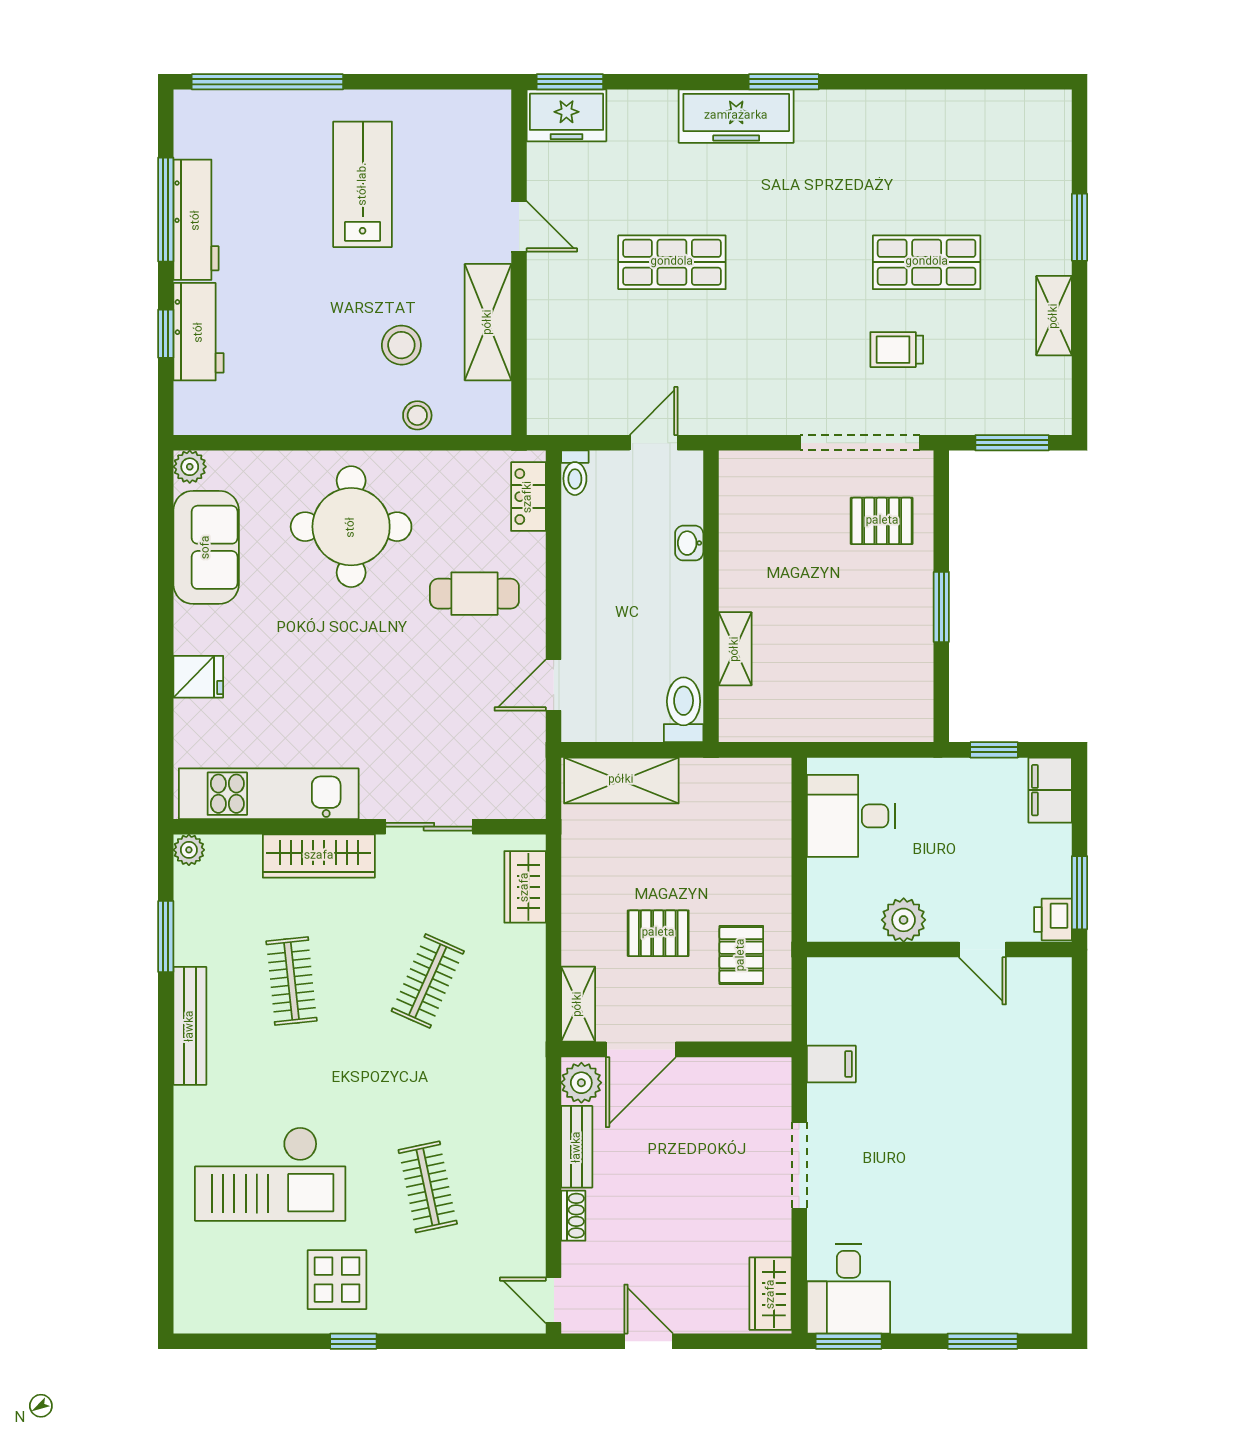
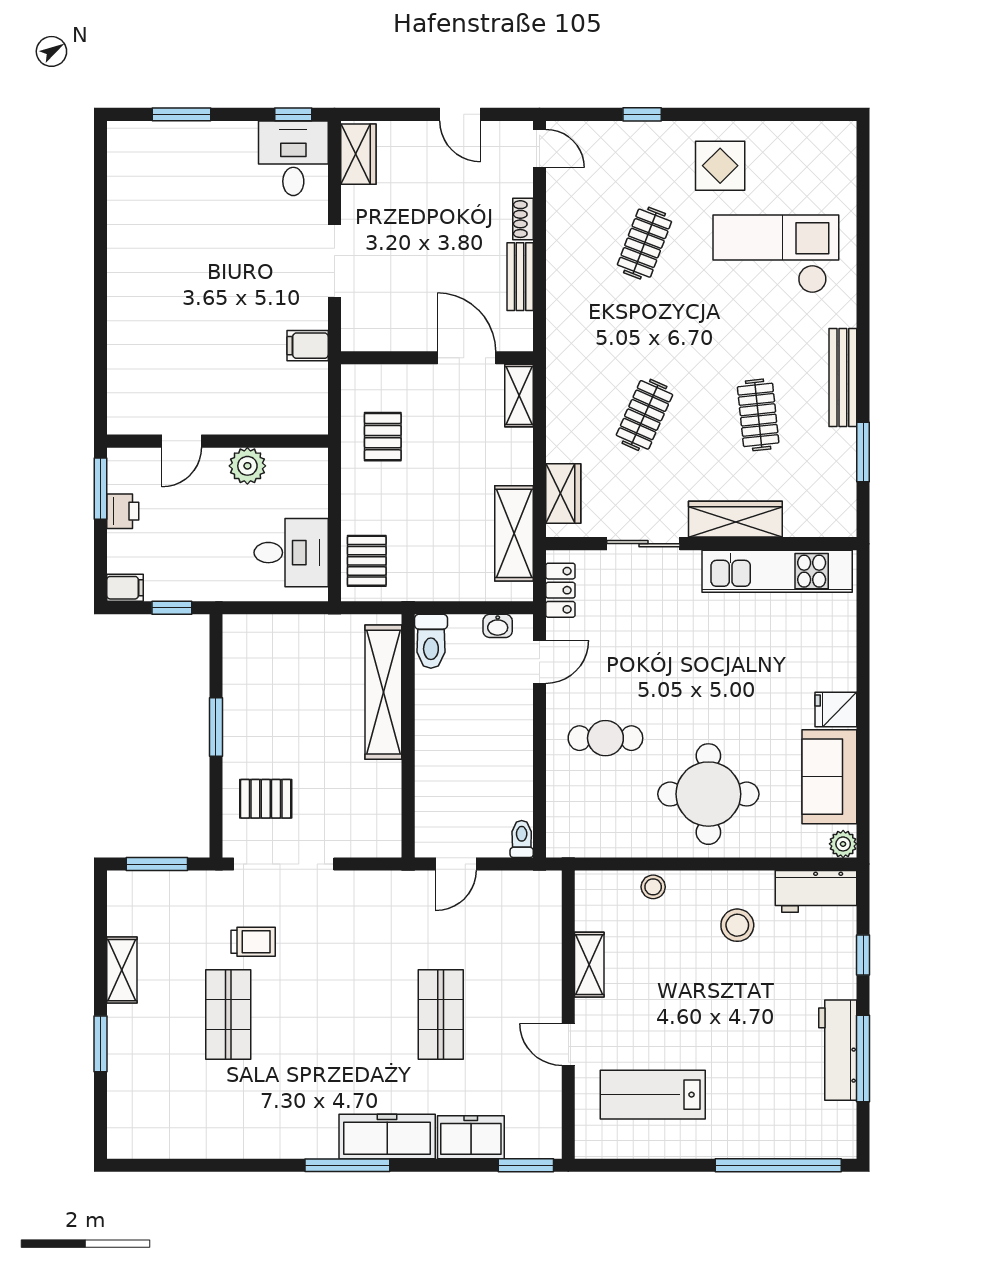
window: (784, 82) -> (347, 1165), width x1.44
freezer: (566, 115) -> (471, 1137), moved
lab bench: (363, 184) -> (653, 1095), moved, turned 90
shop shelf: (672, 262) -> (441, 1015), turned 90
shop shelf: (927, 262) -> (228, 1015), turned 90
shelving: (488, 322) -> (589, 965), width x0.67, depth x0.75
workbench: (199, 332) -> (816, 891), moved, turned -90
stool: (401, 345) -> (737, 925), moved
locker: (528, 497) -> (560, 590), moved
washbasin: (689, 543) -> (498, 626), moved, turned 90
shelving: (735, 649) -> (383, 692), width x2.20, depth x1.33
fridge: (198, 677) -> (836, 710), moved
shelving: (621, 780) -> (514, 533), moved, turned 90
filing cabinet: (1050, 790) -> (125, 588), width x0.50
plant: (189, 850) -> (844, 524), removed
printer: (1053, 919) -> (123, 511), moved
pallet: (658, 933) -> (367, 561), moved, turned 90
door: (982, 950) -> (182, 441), swing flipped
door: (641, 1049) -> (467, 358), hinge flipped
plant: (581, 1083) -> (516, 330), removed
clothes rail: (428, 1187) -> (644, 243), turned 33
window: (353, 1341) -> (642, 114), moved
window: (849, 1341) -> (293, 114), width x0.67

